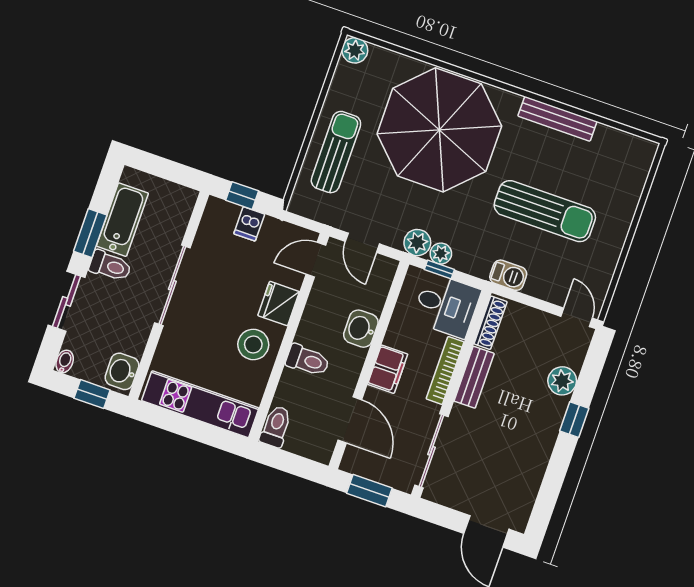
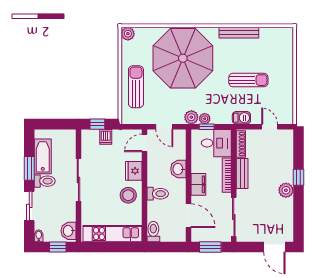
sun lounger: (545, 211) -> (248, 80), width x0.73, depth x0.75
door: (577, 317) -> (270, 127), moved
plant: (562, 381) -> (286, 190), moved

